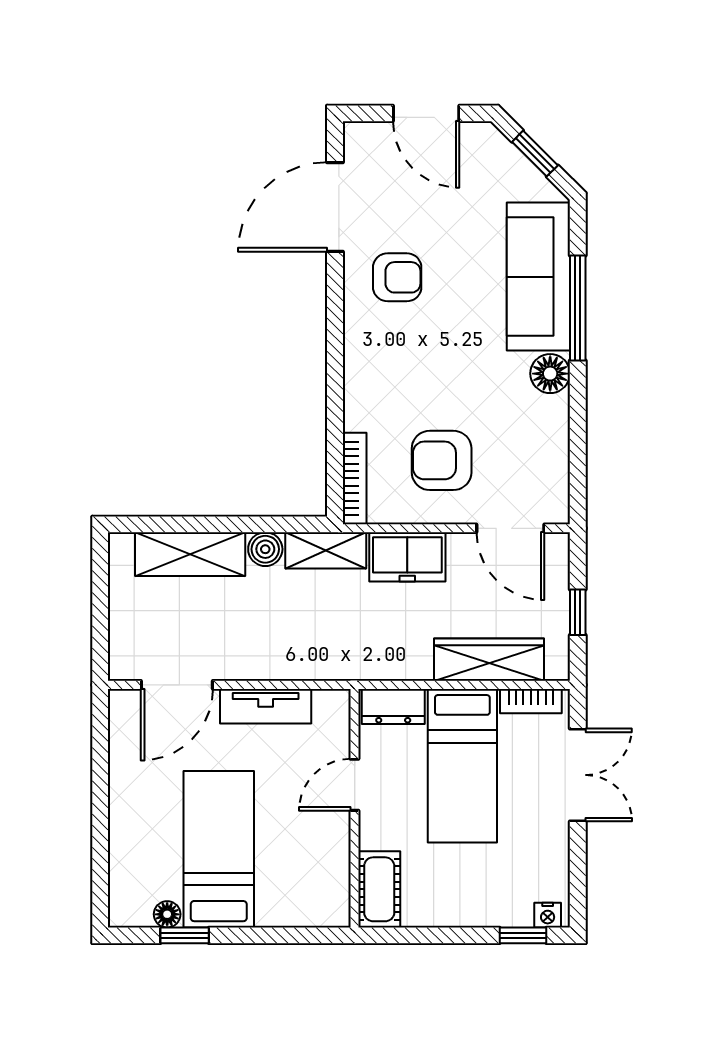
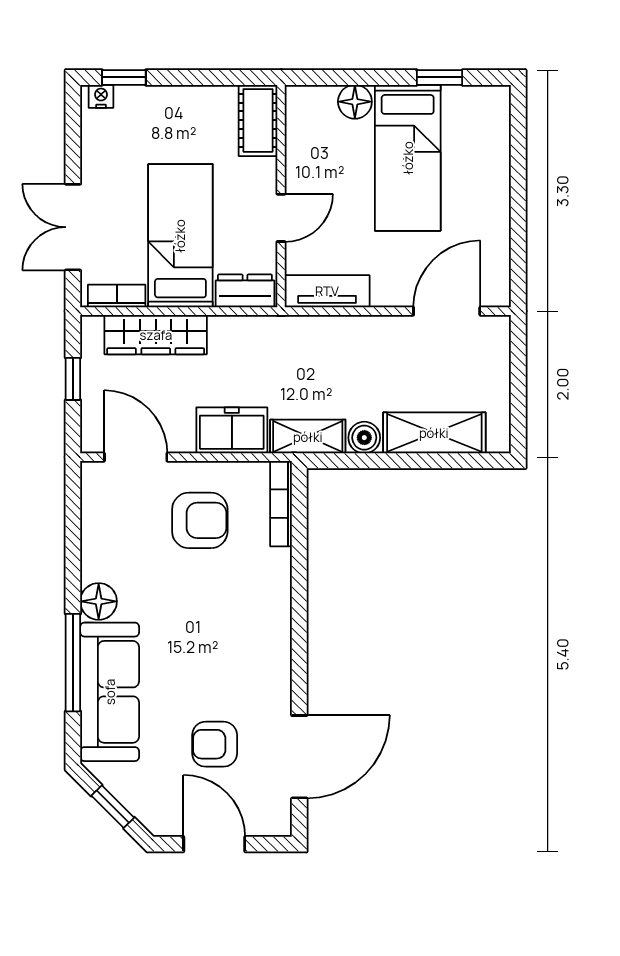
armchair: (397, 277) -> (215, 744), moved
tv unit: (266, 706) -> (327, 291), moved
floor lamp: (167, 914) -> (355, 102), moved, width x1.37, depth x1.37

